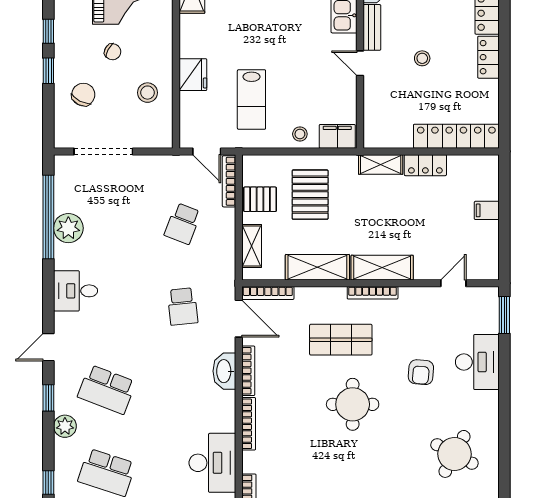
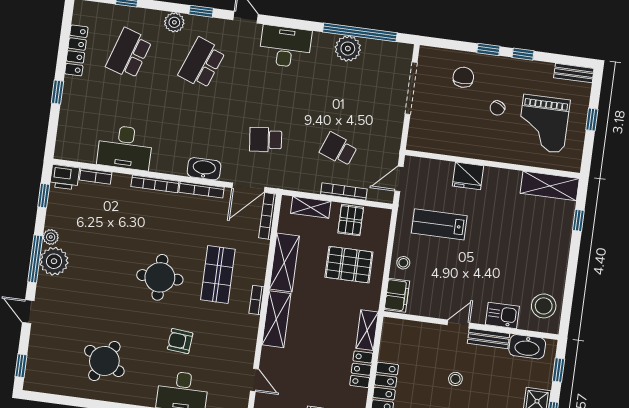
stool: (147, 93) -> (458, 134), removed
chair: (83, 95) -> (463, 77), turned -117
bookcase: (229, 181) -> (344, 192), moved
desk: (76, 291) -> (285, 47), width x1.37
bookcase: (373, 293) -> (257, 300), width x0.64

